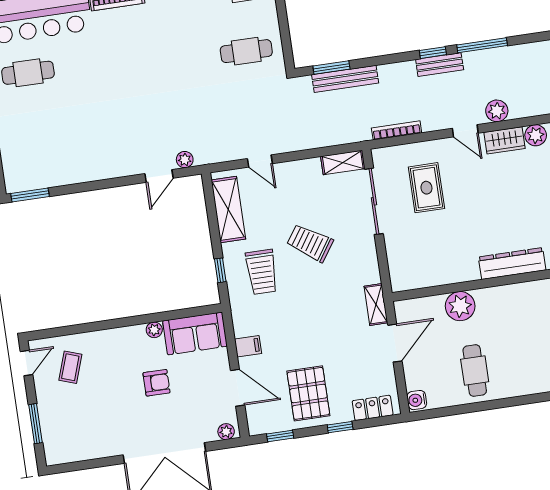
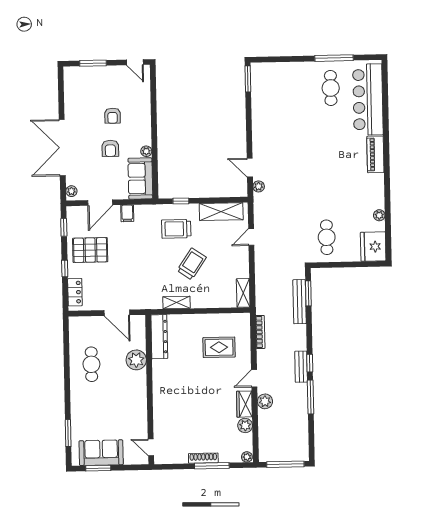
sliding door: (374, 201) -> (214, 311), removed
dresser: (512, 264) -> (159, 337), moved
shelving: (376, 305) -> (177, 303), moved
coffee table: (70, 367) -> (128, 91), removed
cafe table: (475, 371) -> (91, 364), turned 90
armchair: (109, 386) -> (113, 116), added
water cooler: (417, 400) -> (76, 323), removed

